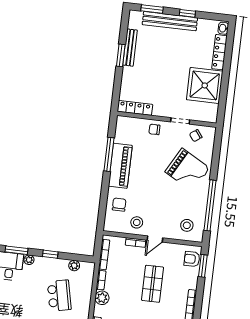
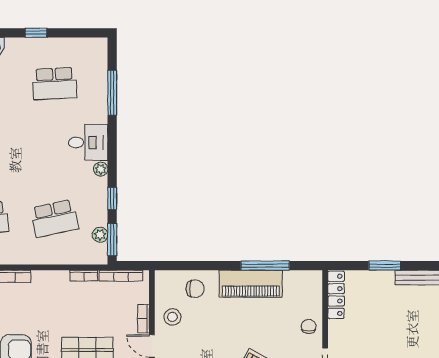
window: (121, 55) -> (385, 266), moved
window: (16, 250) -> (112, 240), moved
plant: (102, 298) -> (59, 280), removed

